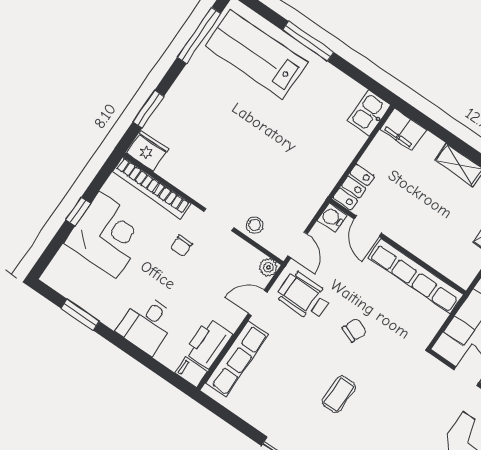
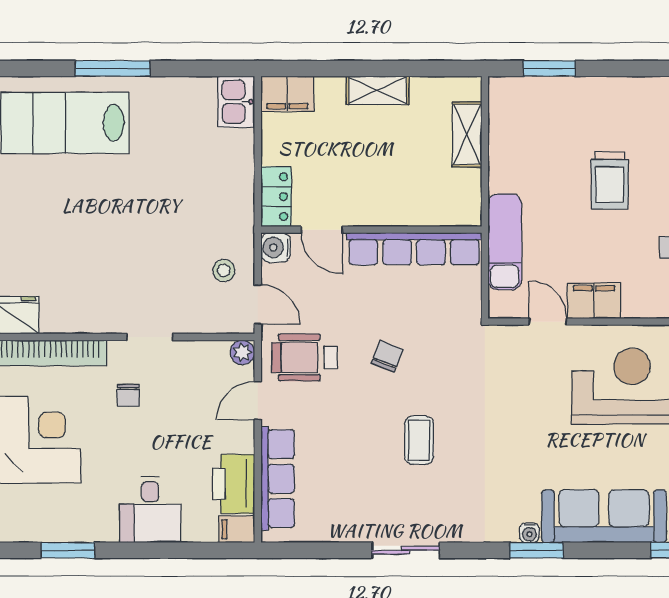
stool: (255, 225) -> (224, 270), moved

